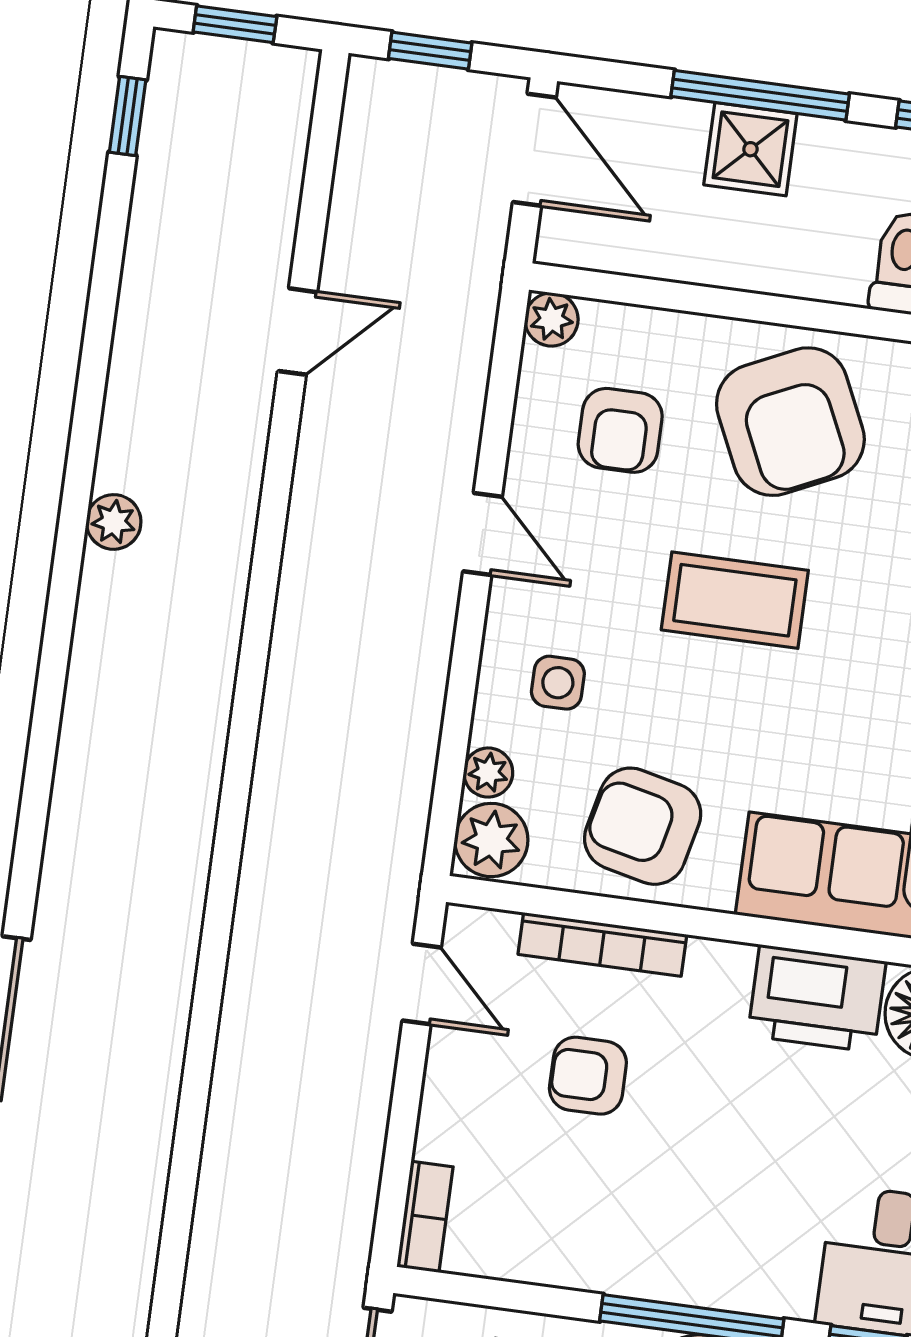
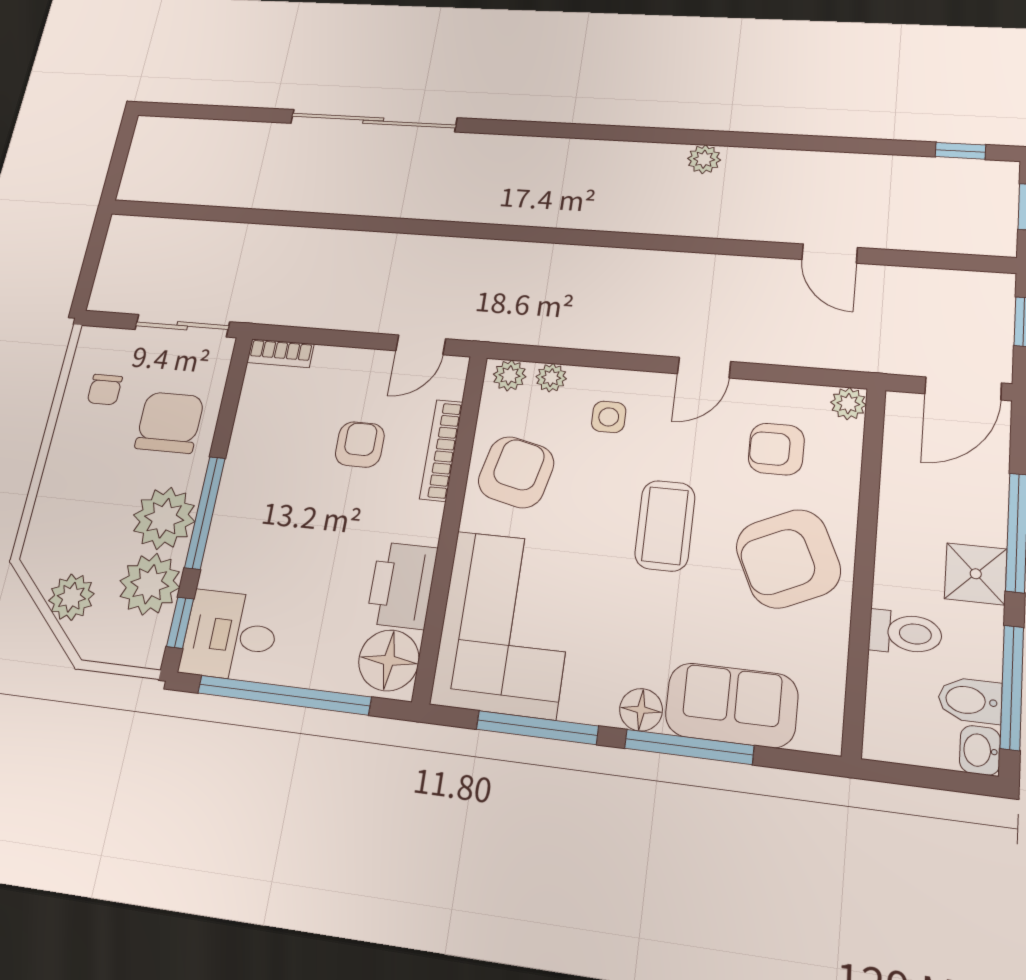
shower: (750, 149) -> (976, 574), moved
plant: (491, 840) -> (510, 375), width x0.73, depth x0.73

